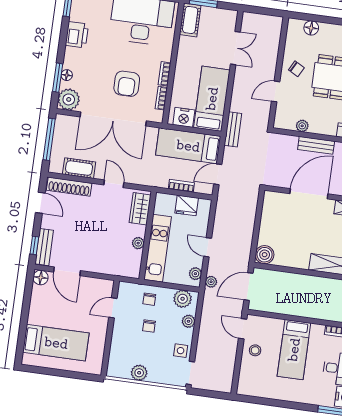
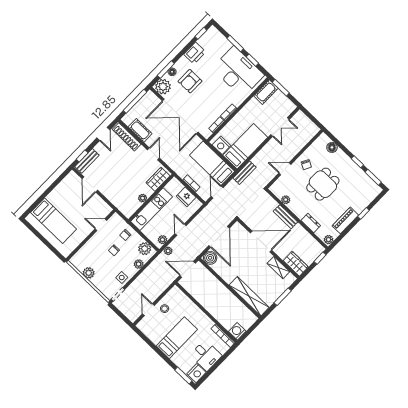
armchair: (127, 84) -> (190, 81), moved
door: (218, 174) -> (217, 192), hinge flipped
door: (257, 223) -> (219, 237), added
floor lamp: (41, 278) -> (72, 177), removed
door: (243, 329) -> (148, 310), moved
bed: (294, 350) -> (177, 338), moved, turned 180

